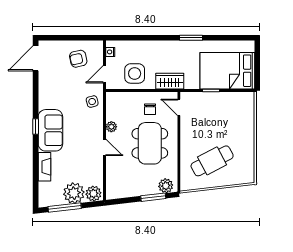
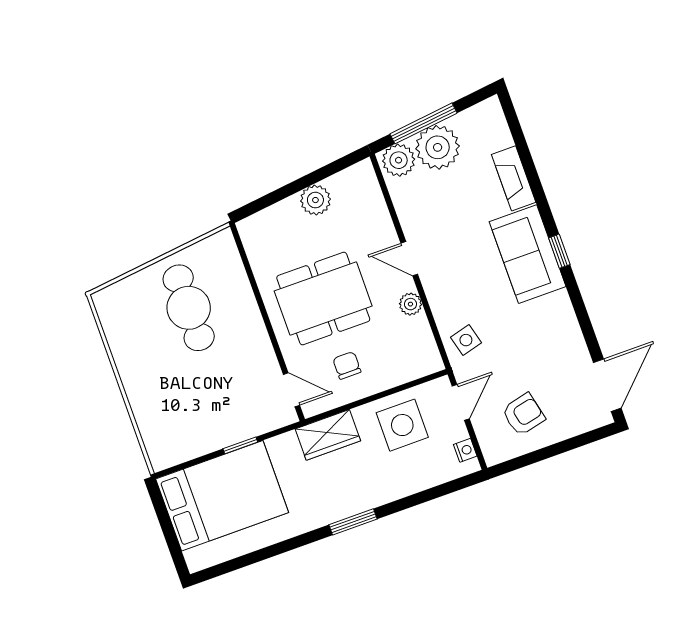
window: (191, 38) -> (353, 522), moved
dining table: (150, 143) -> (323, 299), turned 90
cafe table: (212, 161) -> (189, 308), turned -62
plant: (166, 186) -> (315, 200), moved
window: (153, 197) -> (279, 195), removed
window: (65, 207) -> (423, 123), moved

